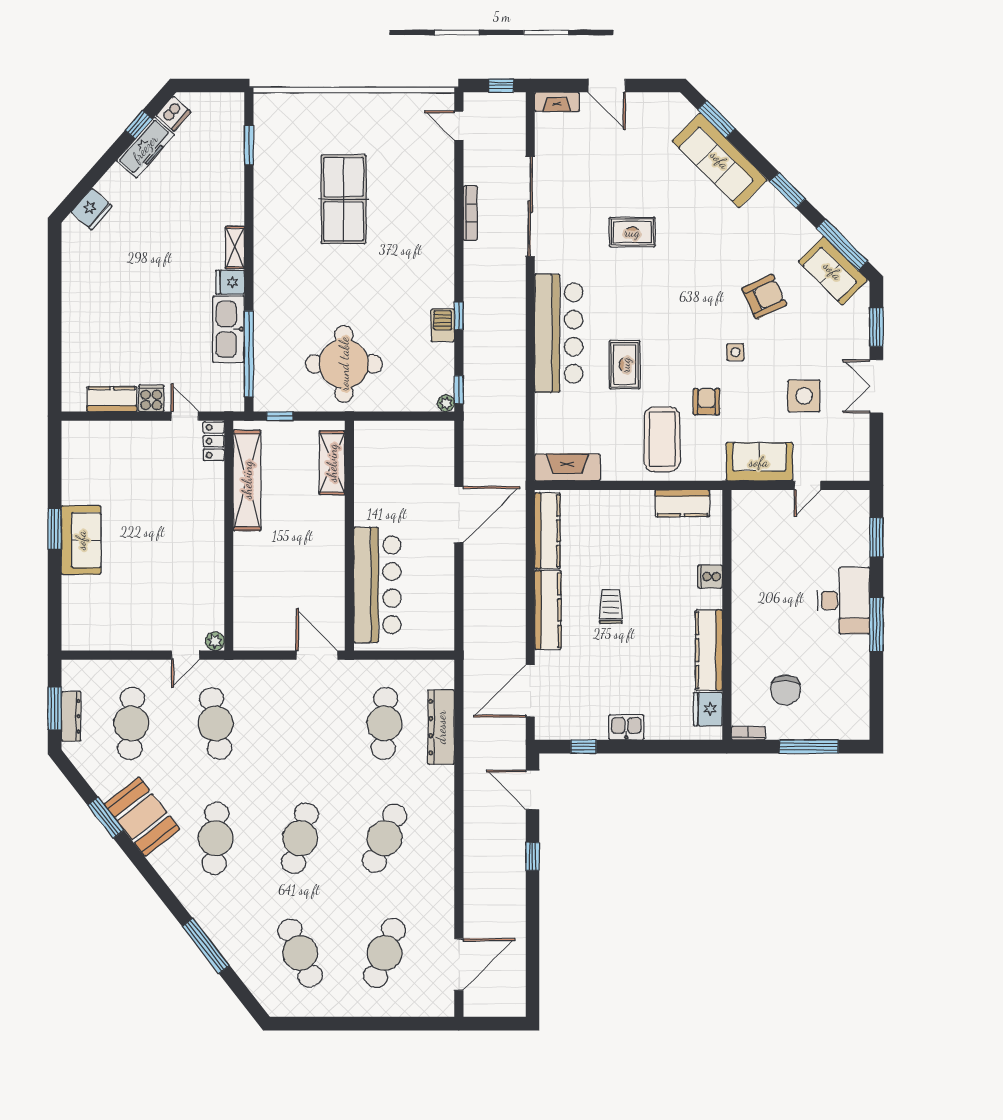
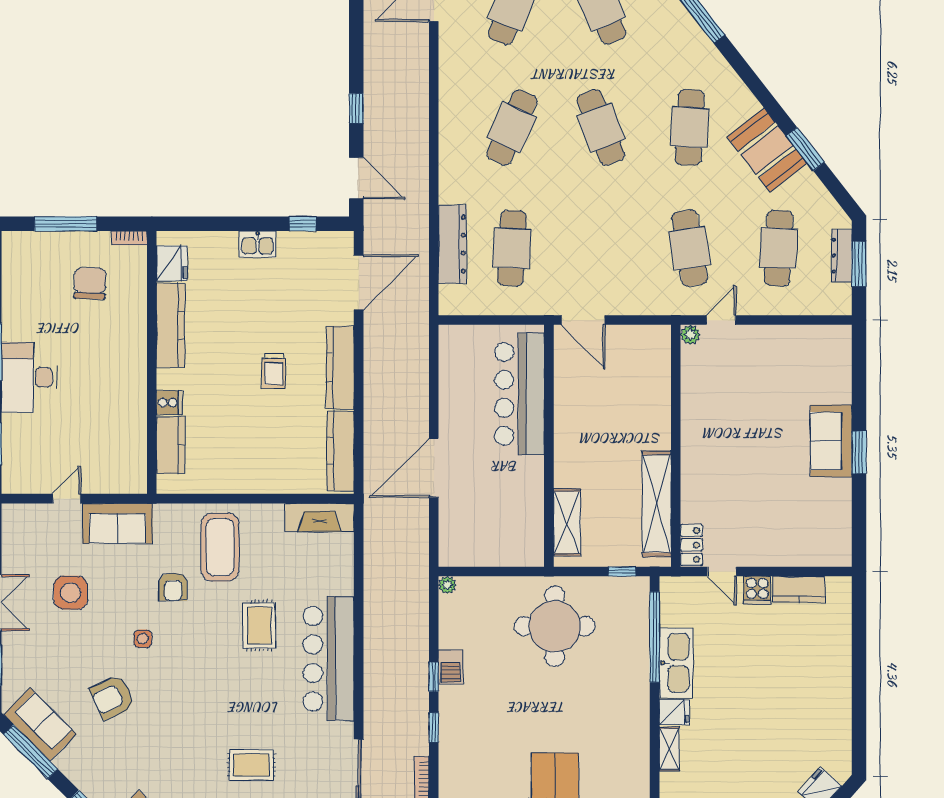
window: (459, 390) -> (434, 727), moved
kitchen counter: (682, 503) -> (171, 445), moved, turned 90
cafe table: (300, 838) -> (601, 127), turned -36

